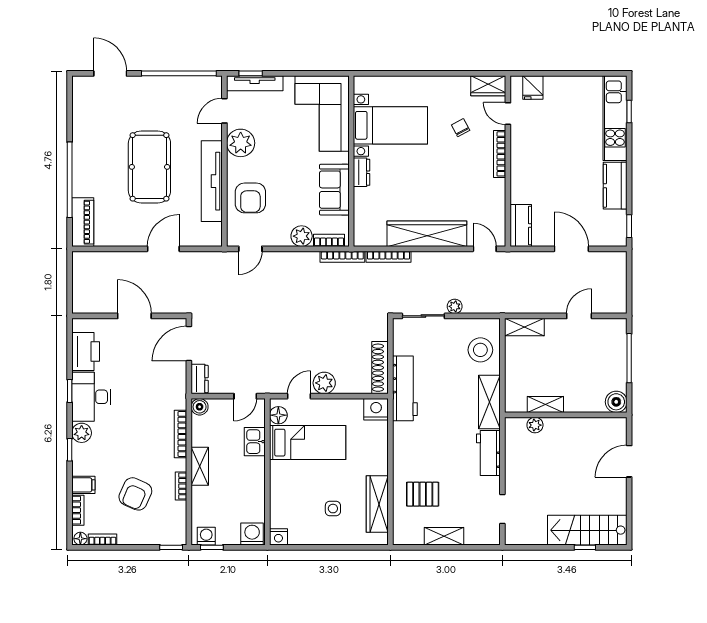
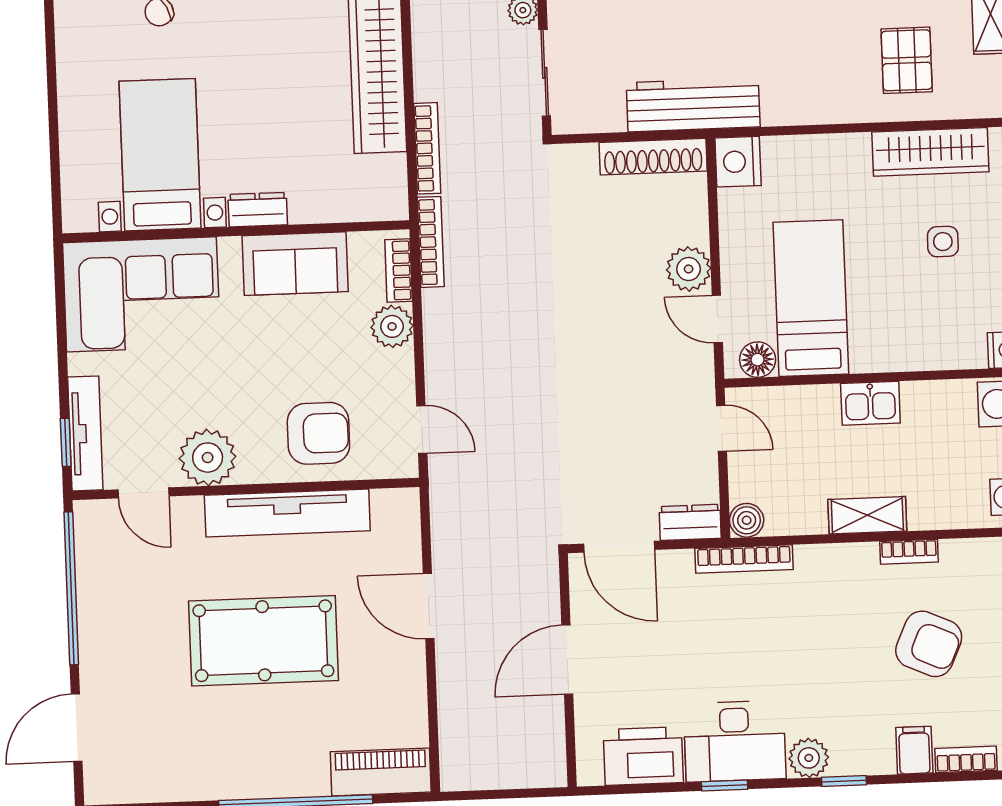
bookcase: (181, 434) -> (744, 559), moved
kitchen sink: (255, 442) -> (870, 403), moved

